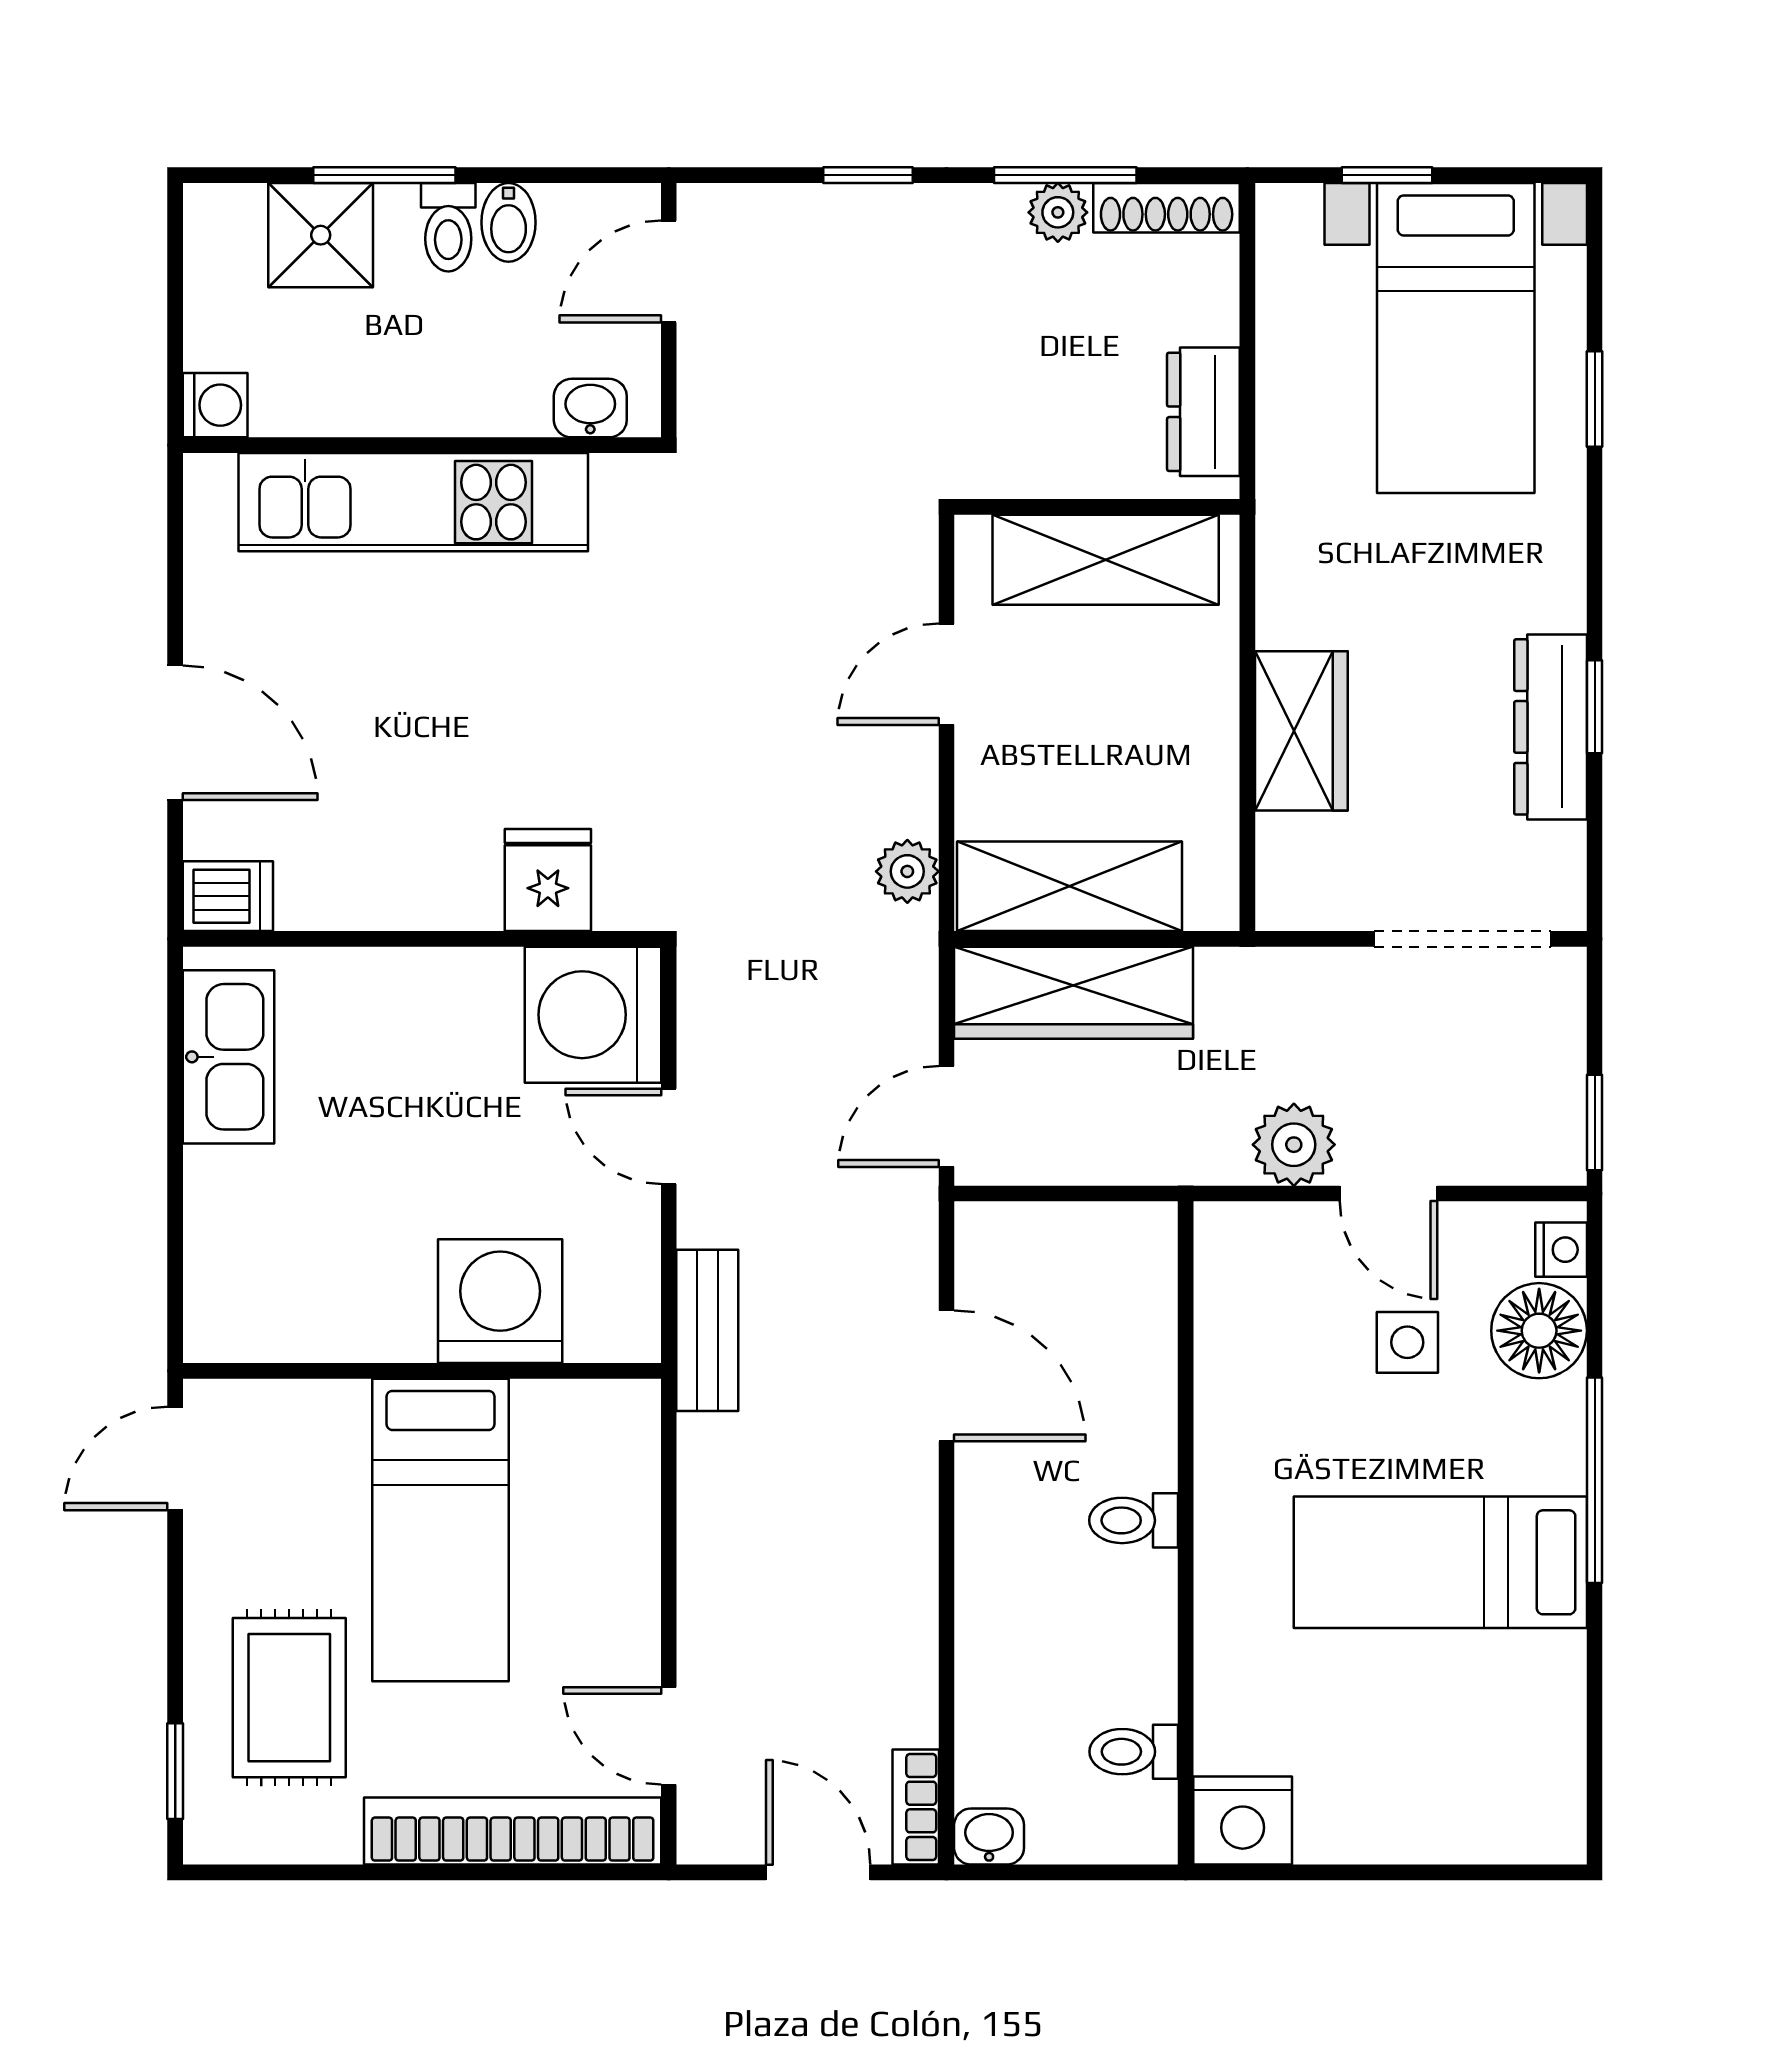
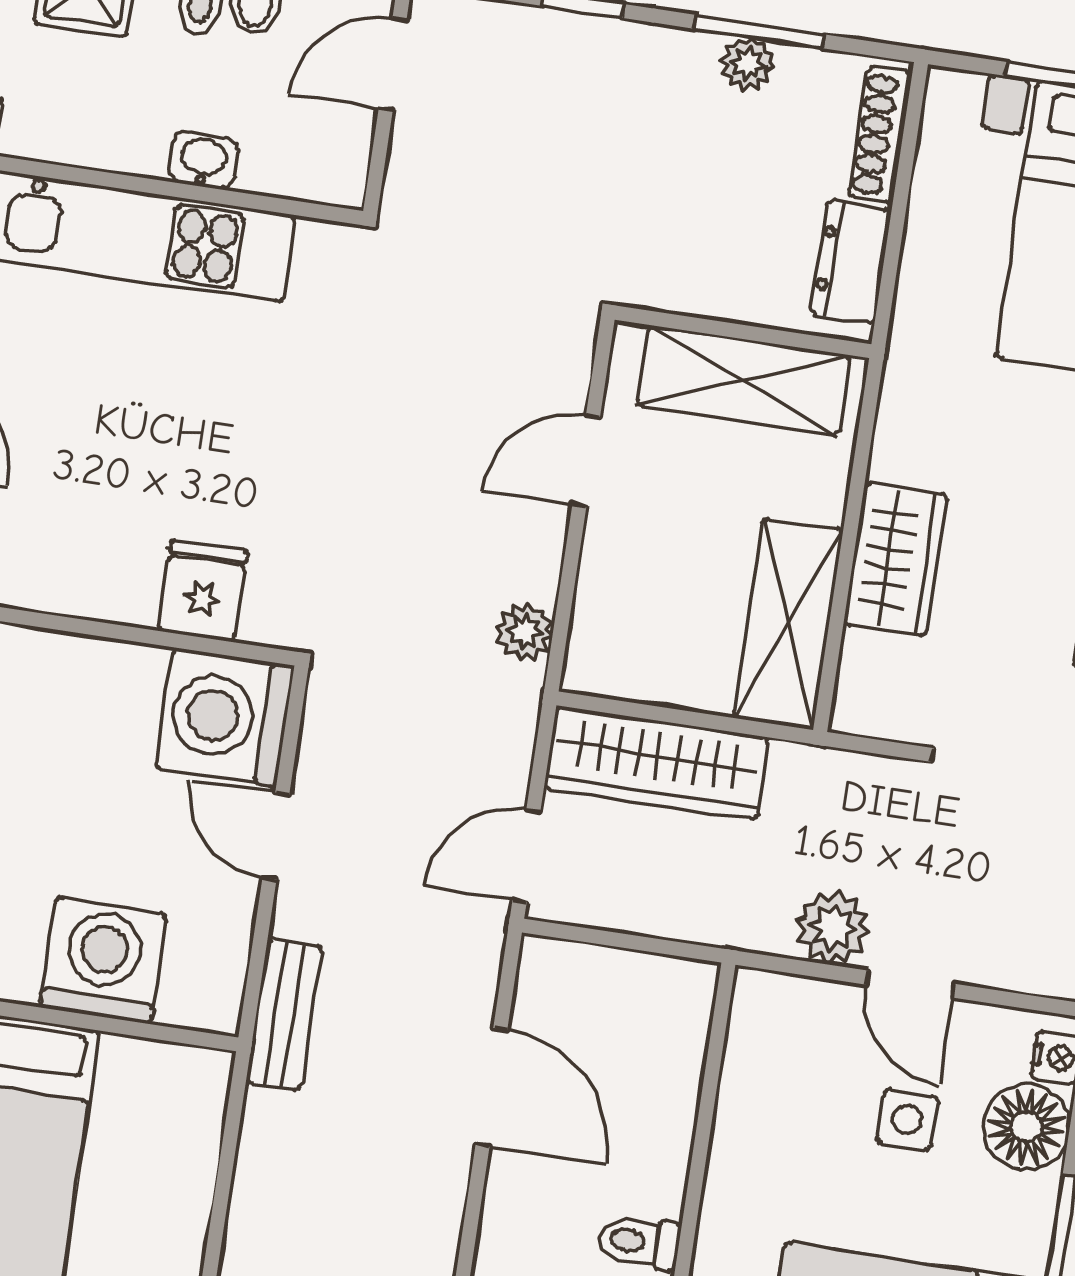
shoe rack: (1167, 208) -> (880, 135), moved, turned 90
washbasin: (590, 408) -> (204, 160), moved
shelving: (1069, 886) -> (788, 624), moved, turned 90

